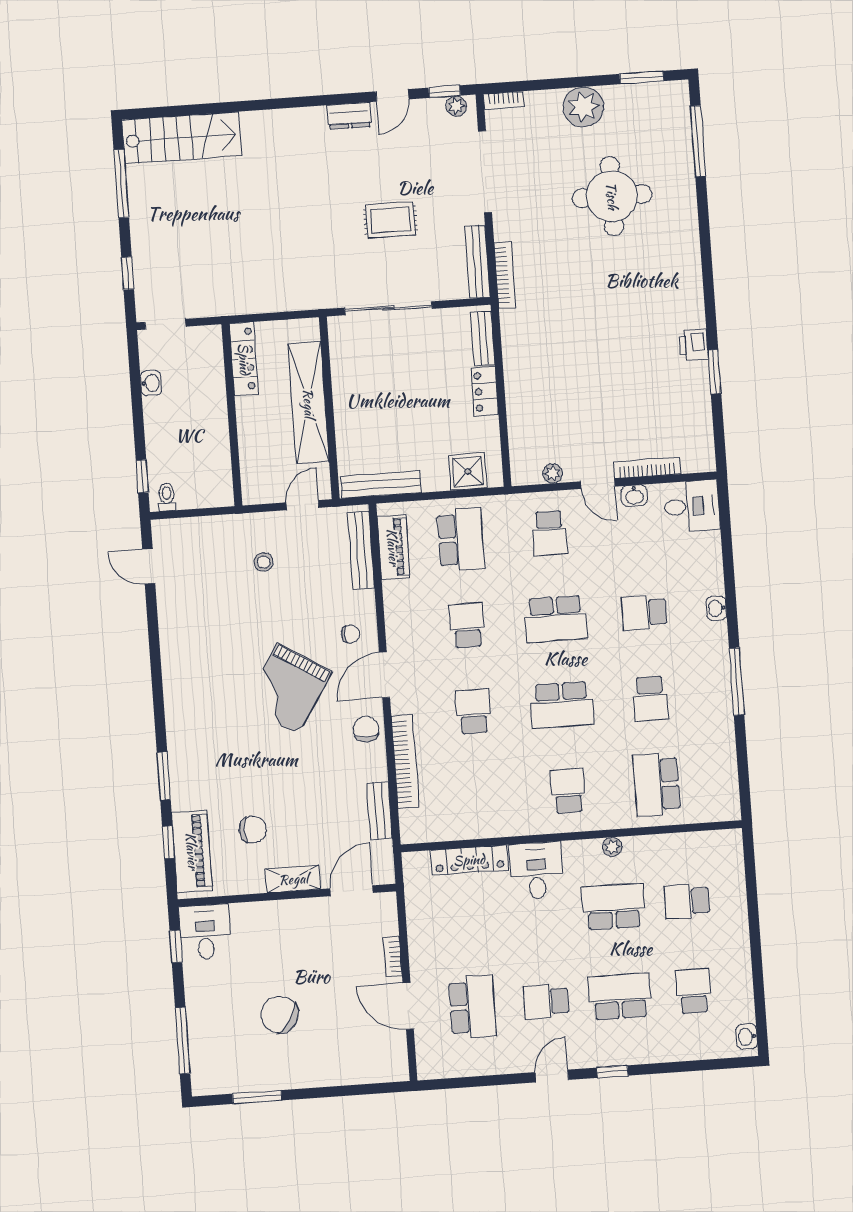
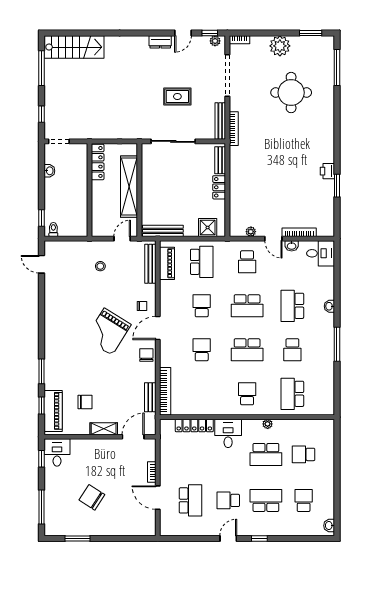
school desk: (644, 613) -> (292, 306), width x1.85
bookcase: (405, 761) -> (165, 391), moved
school desk: (613, 907) -> (266, 454), turned 180

